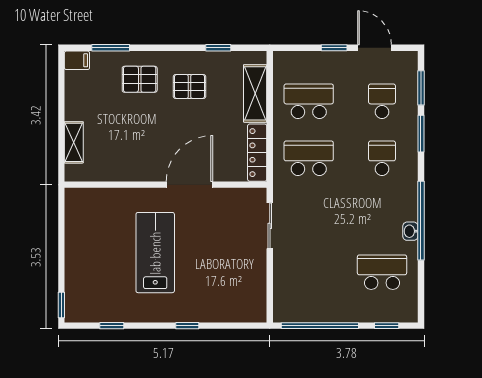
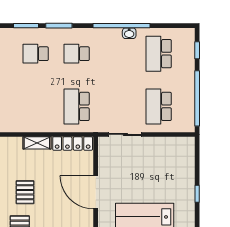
shelving: (255, 93) -> (37, 143), width x0.67, depth x0.75
school desk: (309, 101) -> (159, 106), moved

